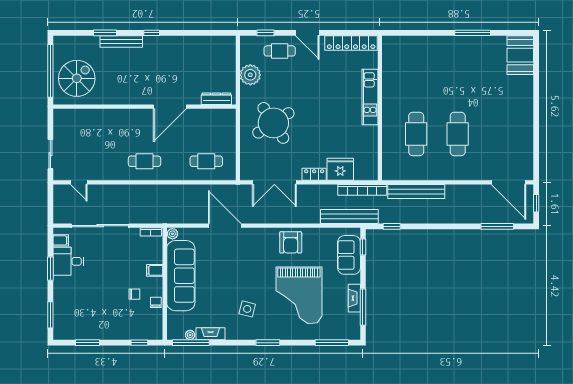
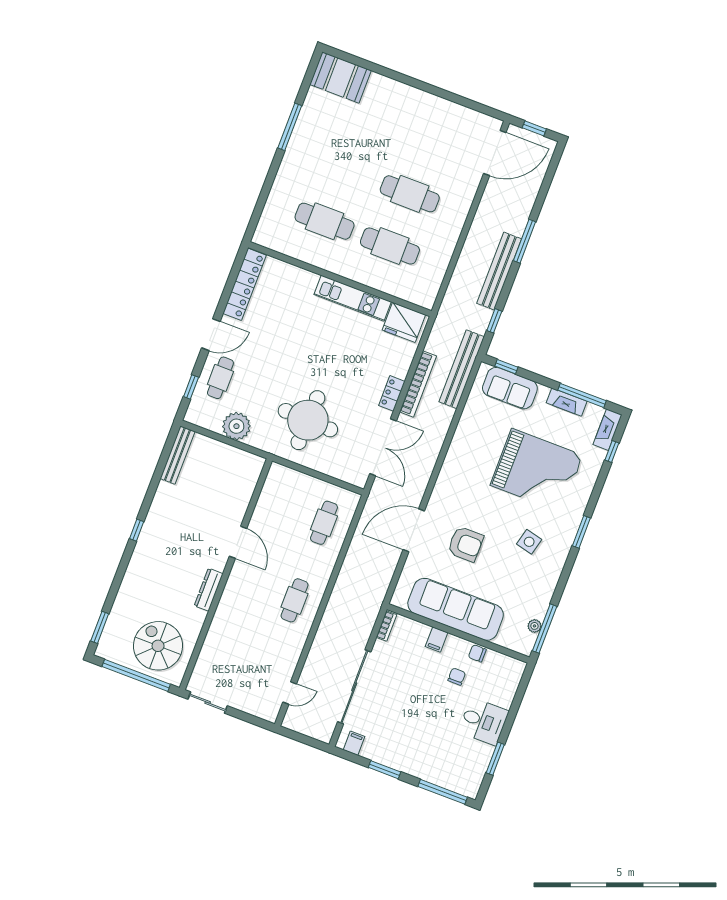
window: (105, 33) -> (100, 627), moved
bench: (121, 41) -> (178, 455), moved
cafe table: (416, 82) -> (325, 221), added
kitchen unit: (370, 97) -> (353, 298), moved
dresser: (216, 99) -> (209, 590), moved
door: (170, 107) -> (238, 542), width x0.73
round table: (273, 123) -> (308, 420), turned 35
sliding door: (50, 154) -> (208, 703), moved
fridge: (340, 169) -> (404, 322), moved, turned -90
bookcase: (362, 190) -> (418, 384), moved
bench: (416, 191) -> (499, 271), moved
window: (497, 226) -> (525, 241), moved
plant: (172, 234) -> (399, 600), removed
armchair: (291, 242) -> (465, 544), moved
desk: (68, 261) -> (484, 721), moved, turned -90
window: (50, 315) -> (443, 792), width x1.44
fireplace: (211, 334) -> (608, 430), moved
window: (139, 343) -> (520, 693), removed
window: (332, 343) -> (612, 452), width x0.46

